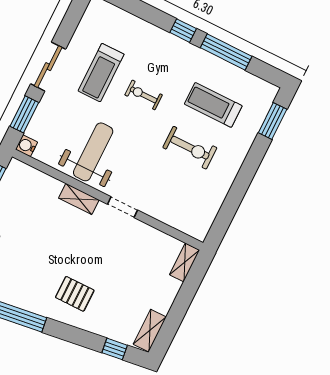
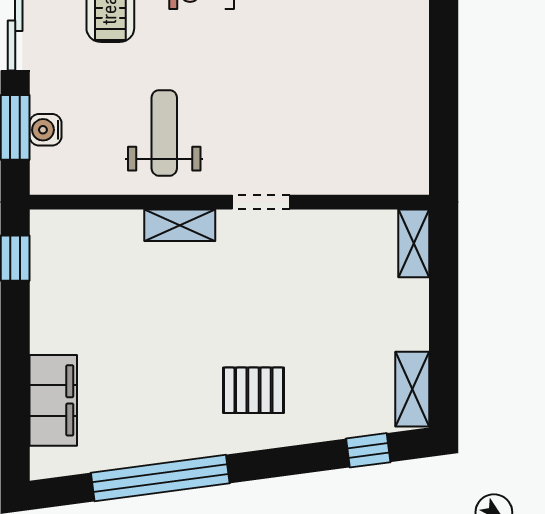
water cooler: (27, 146) -> (45, 130), moved
exercise bike: (190, 148) -> (325, 44), removed
weight bench: (93, 152) -> (164, 133), width x0.73, depth x0.75

